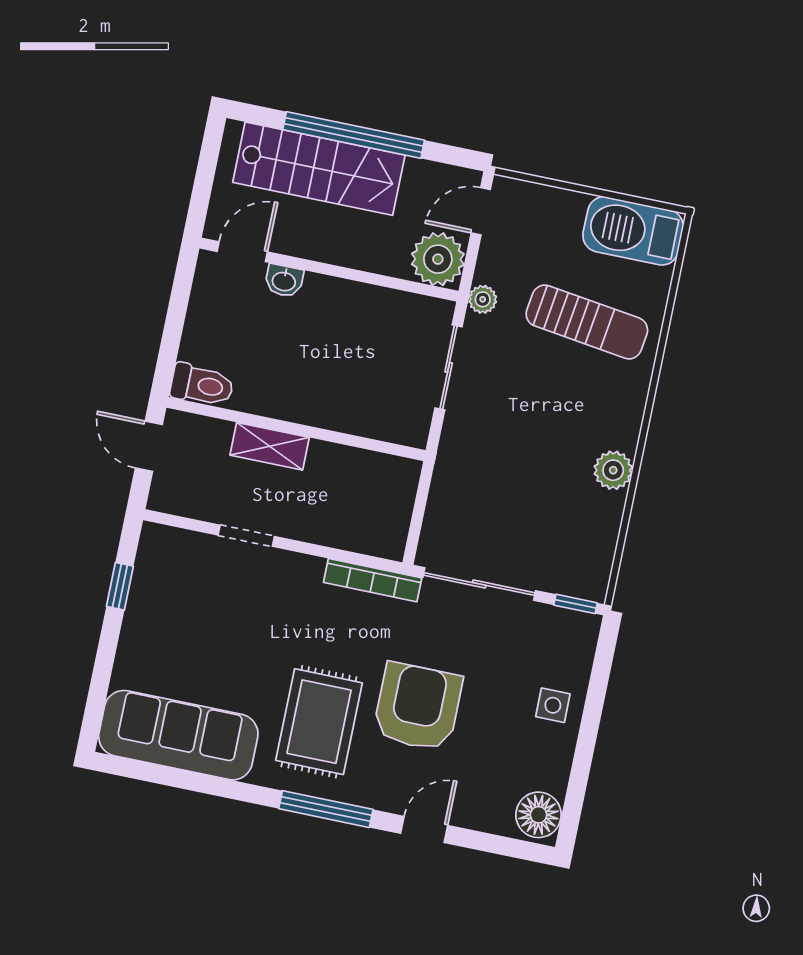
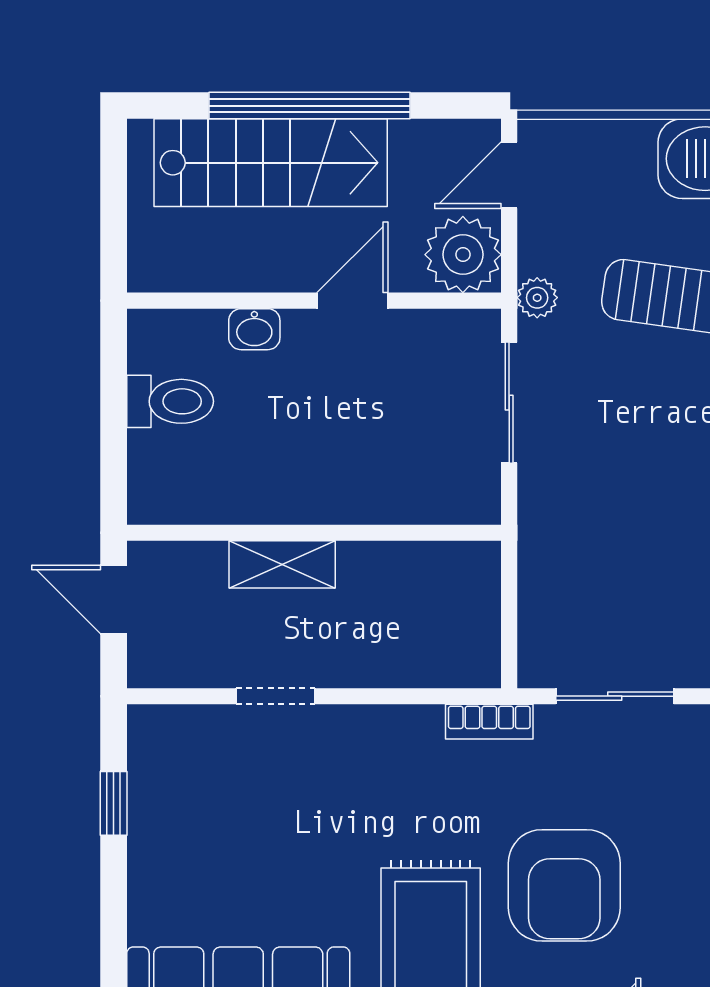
door: (242, 252) -> (352, 301), moved
toilet: (202, 385) -> (170, 401), moved
bookcase: (373, 580) -> (489, 722), width x0.64
sliding door: (479, 584) -> (615, 696), width x0.73
armchair: (418, 707) -> (564, 885), turned 180

